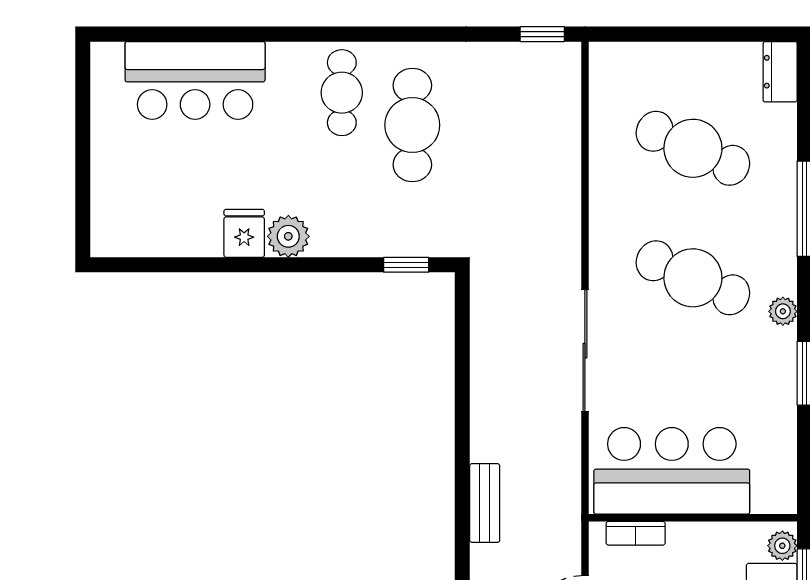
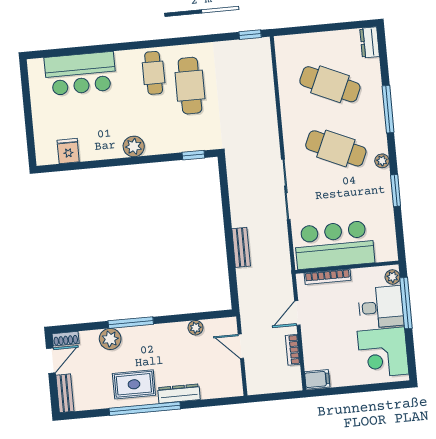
fridge: (244, 233) -> (68, 151), moved
bench: (485, 503) -> (241, 247), moved
bookcase: (636, 533) -> (328, 277), width x1.56

